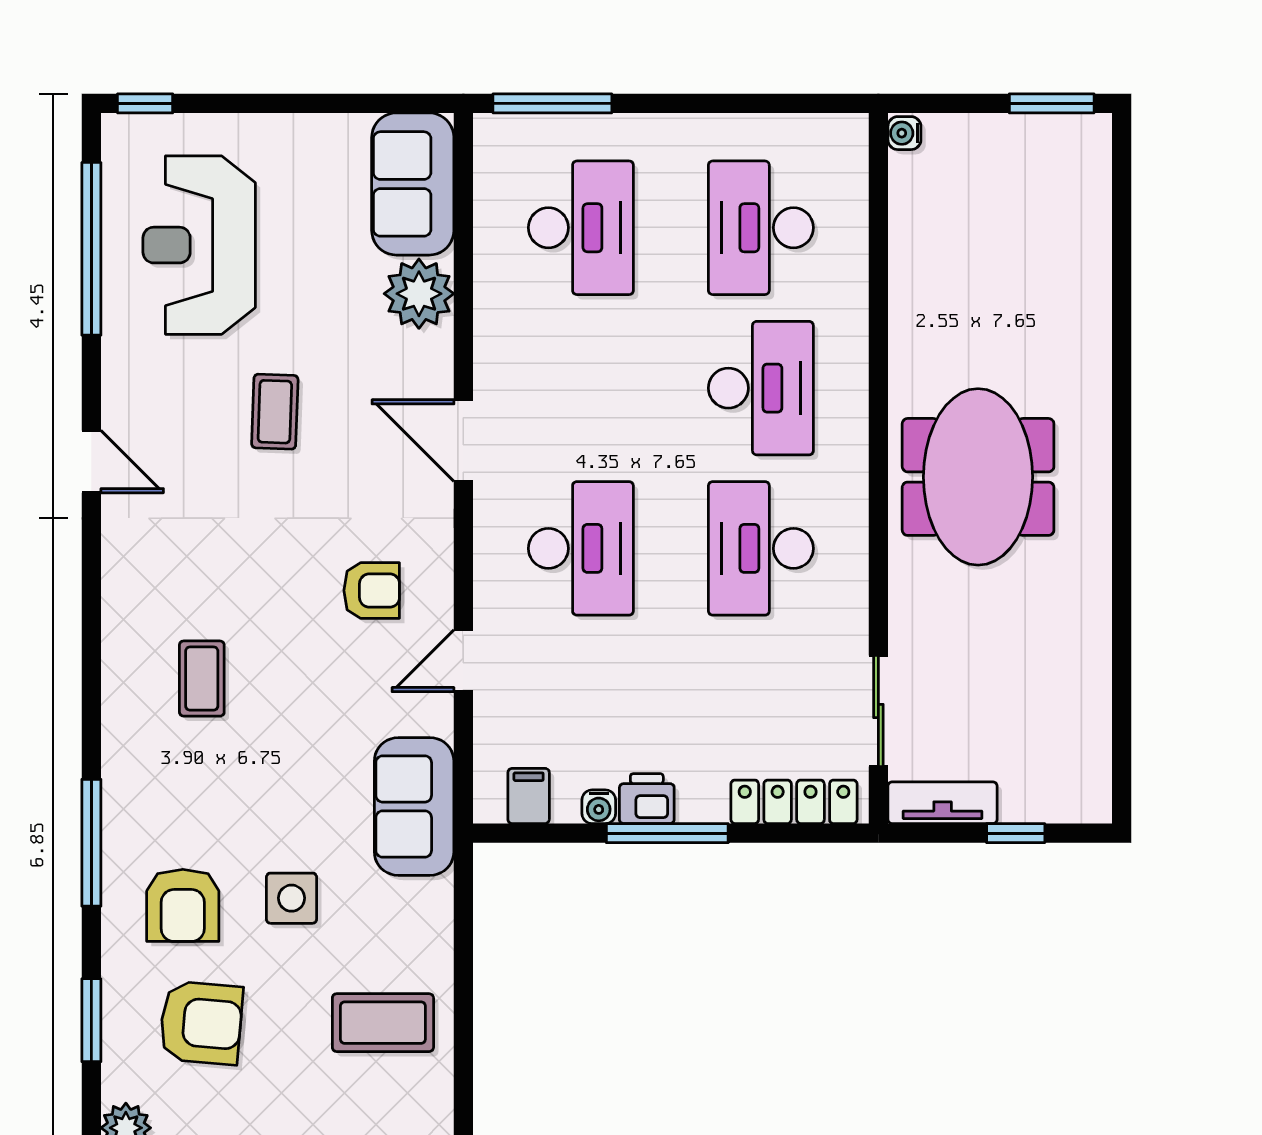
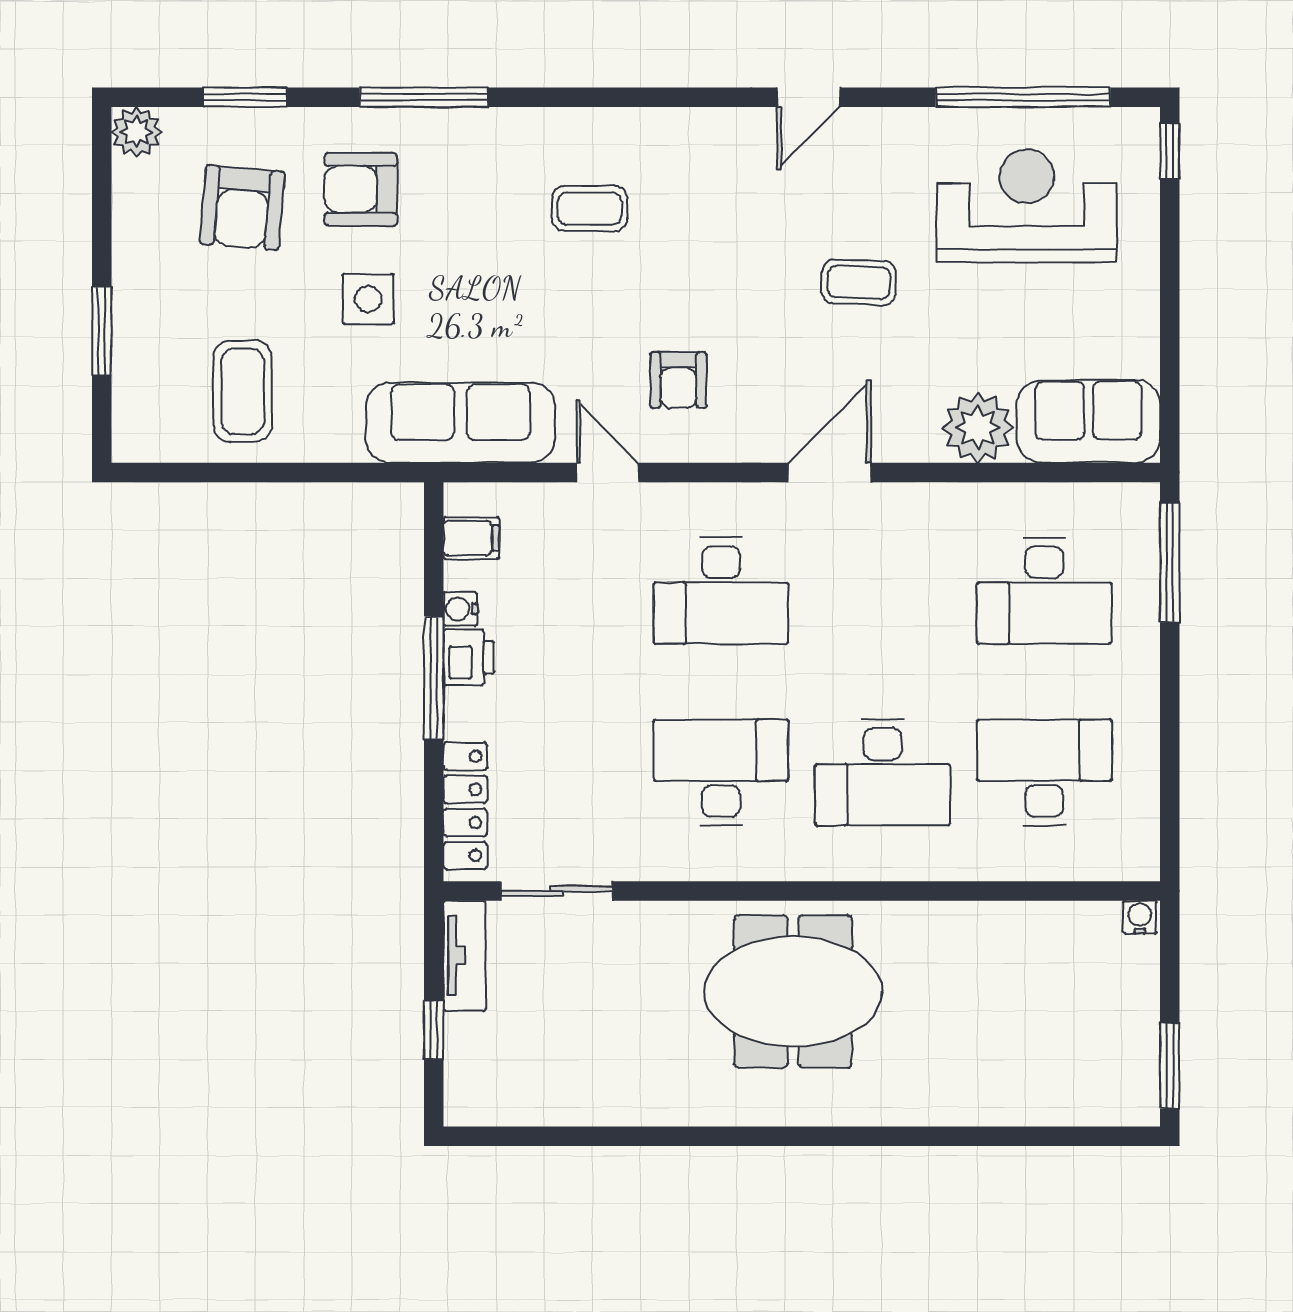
sofa: (414, 806) -> (461, 423), width x1.36

